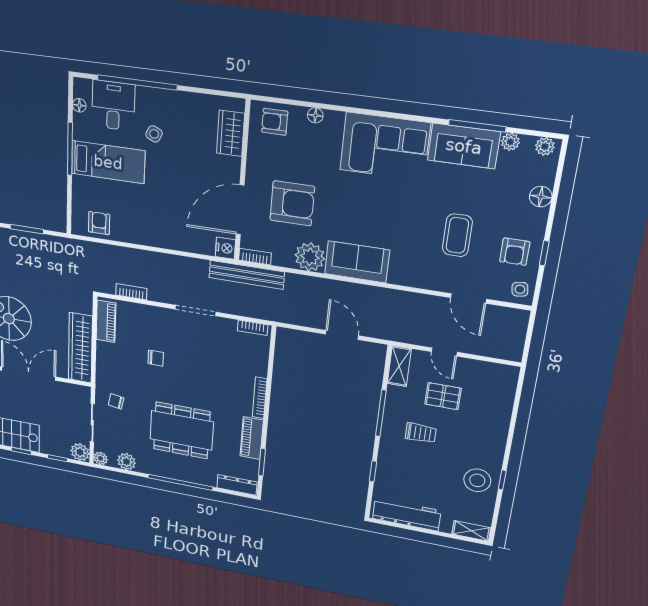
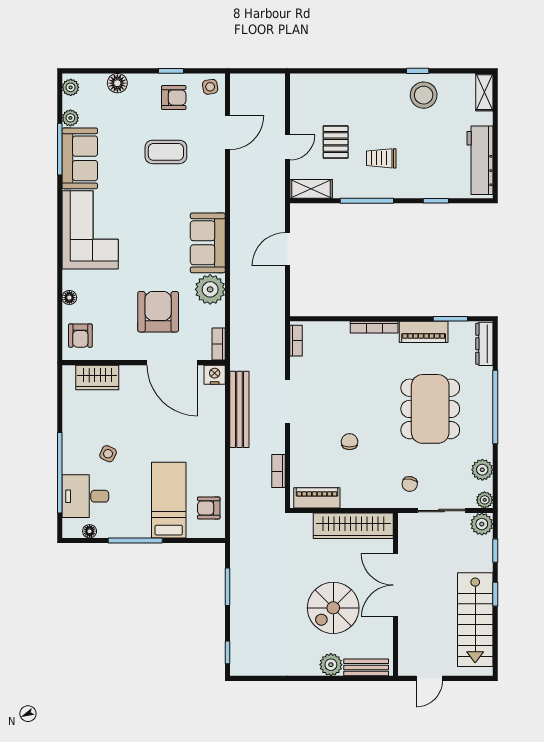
bed: (108, 162) -> (169, 500), moved
bench: (247, 275) -> (239, 409), moved
trolley: (421, 433) -> (381, 158), turned -90

